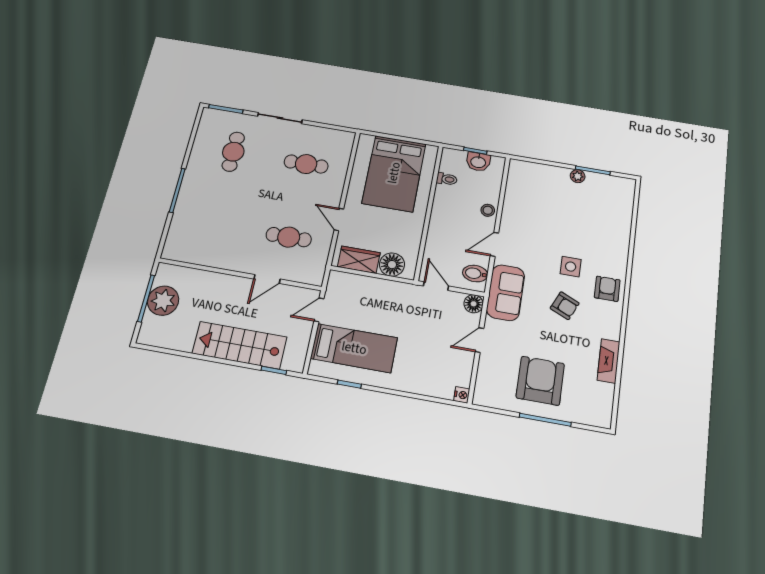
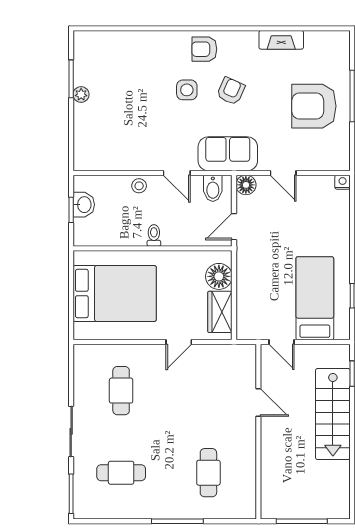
toilet: (447, 179) -> (154, 235), moved
cafe table: (289, 237) -> (208, 473), moved
plant: (163, 301) -> (301, 503), removed

